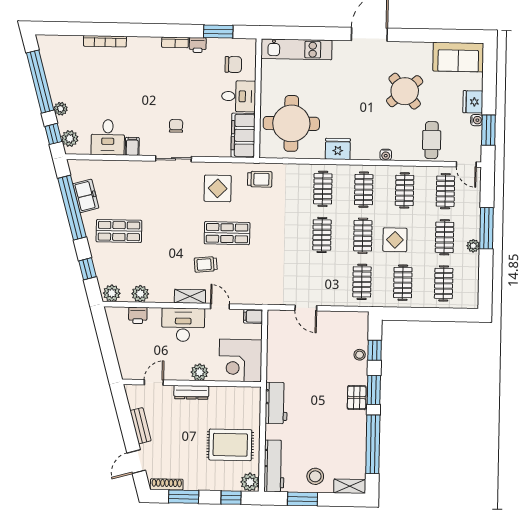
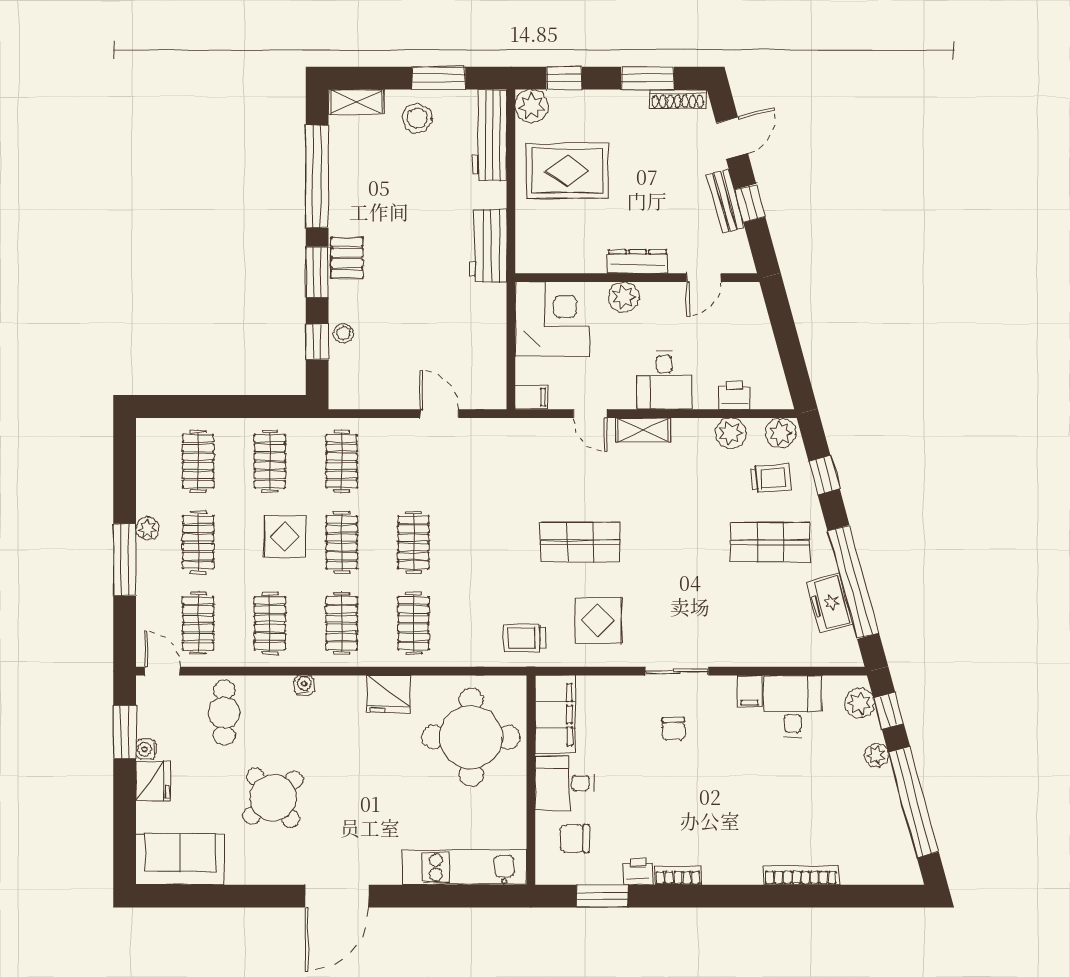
trolley: (206, 264) -> (771, 478), moved
desk: (183, 325) -> (664, 380), width x0.73
window: (127, 424) -> (750, 203), added

